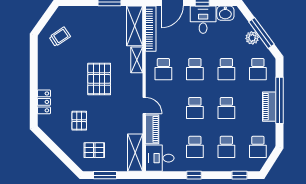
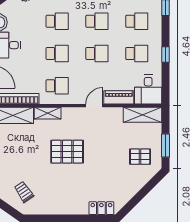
locker: (44, 102) -> (101, 208), moved
pallet: (79, 121) -> (110, 172), removed
pallet: (94, 150) -> (140, 157), turned 90

